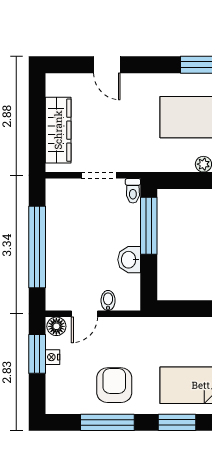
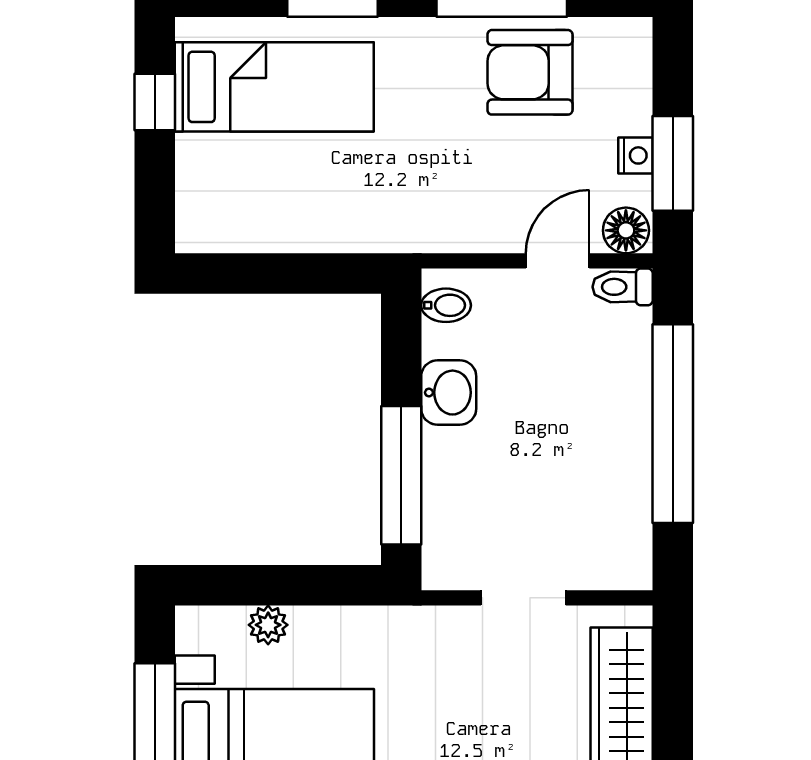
toilet: (133, 191) -> (623, 287), moved, turned -90
bidet: (108, 301) -> (446, 305), moved, turned -90
armchair: (114, 385) -> (530, 72), moved, turned 90

